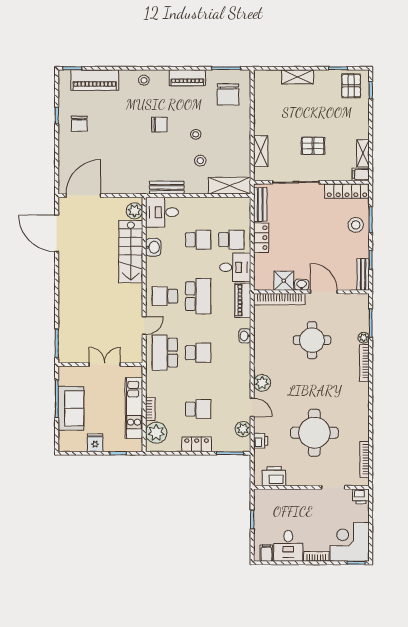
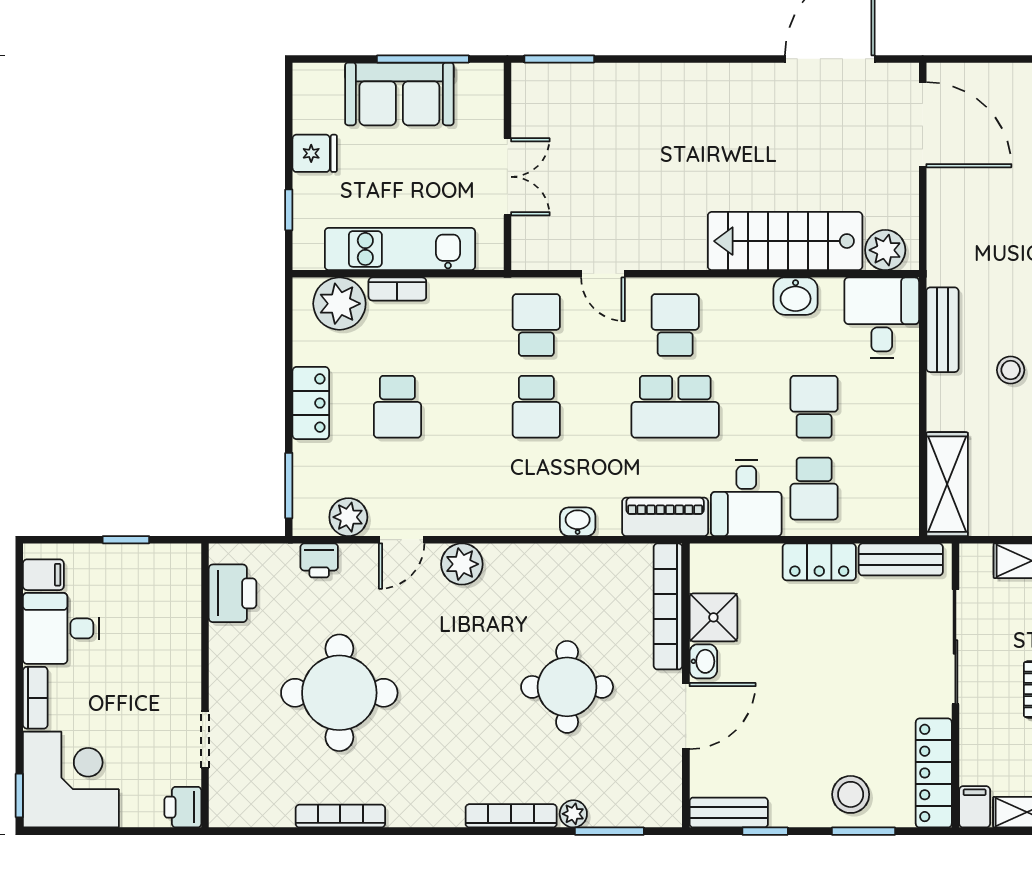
stool: (200, 161) -> (1011, 370), moved
school desk: (198, 240) -> (814, 407), turned 180
school desk: (165, 353) -> (536, 325), width x0.54
bookcase: (364, 459) -> (340, 816), moved

